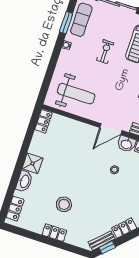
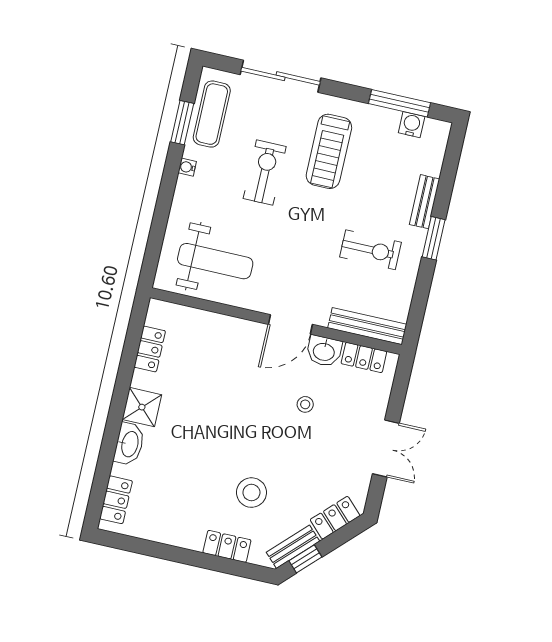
exercise bike: (105, 52) -> (265, 173), width x1.38, depth x1.39
locker: (44, 121) -> (150, 349), moved
stool: (64, 204) -> (251, 493), moved
locker: (54, 233) -> (227, 546), moved

